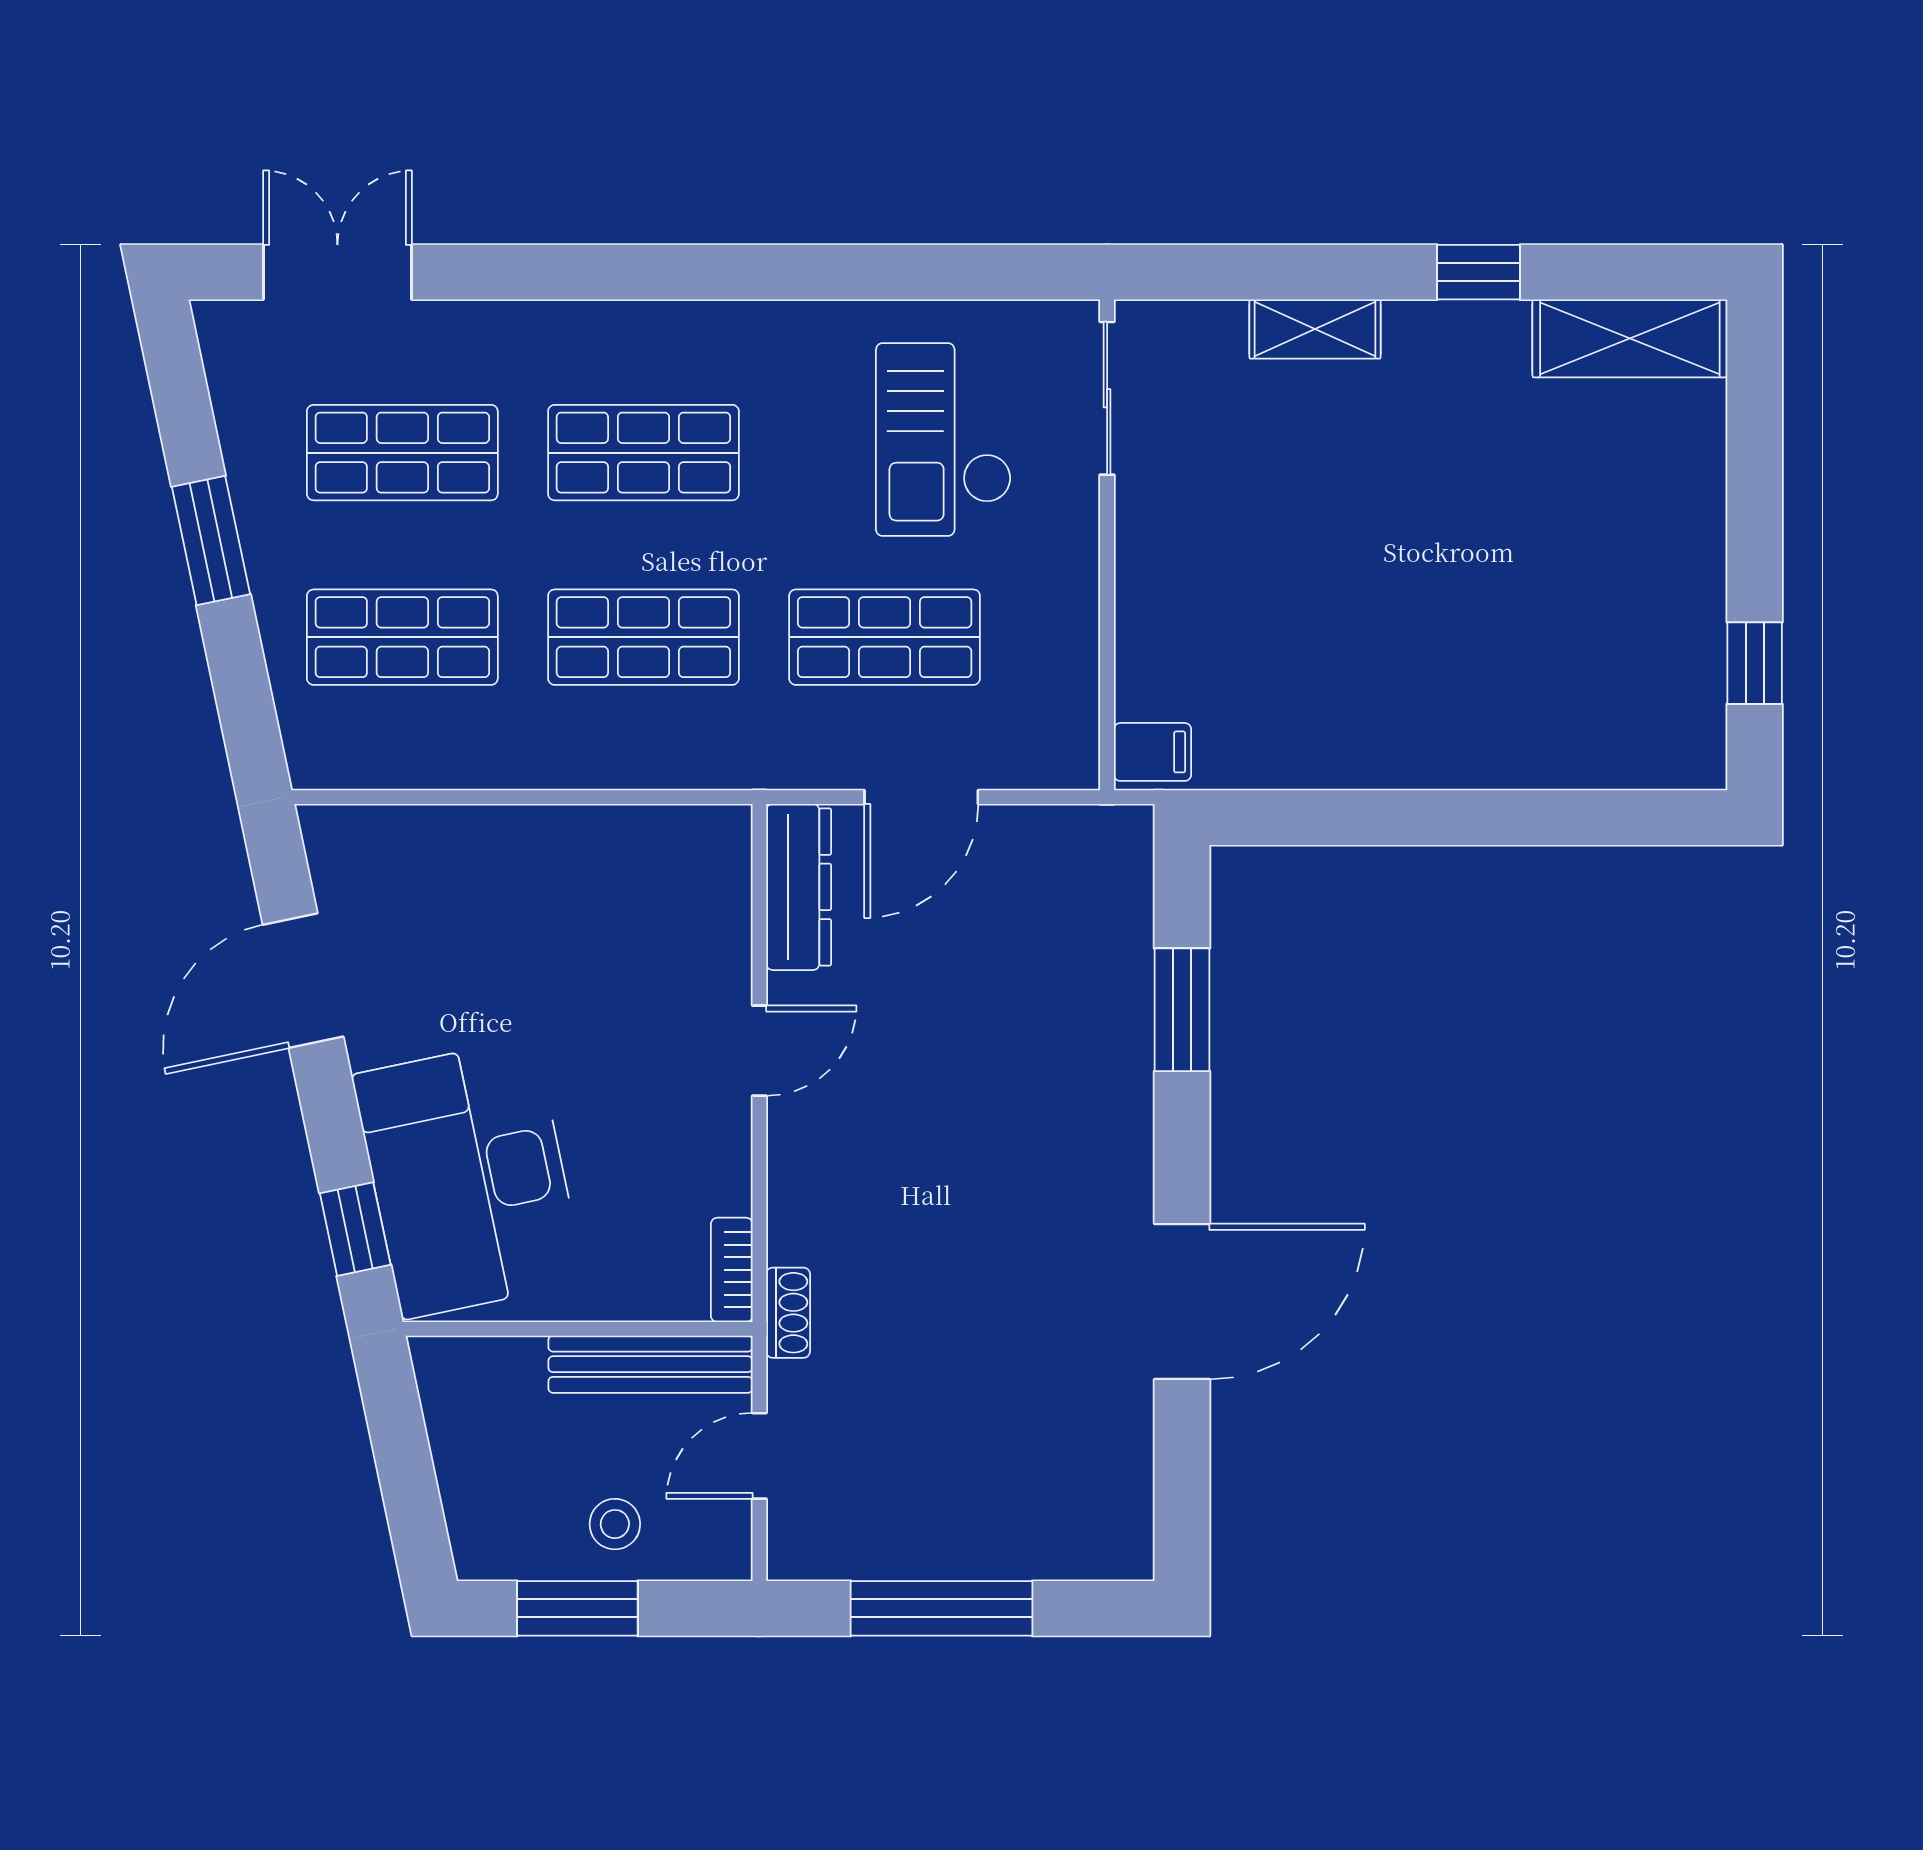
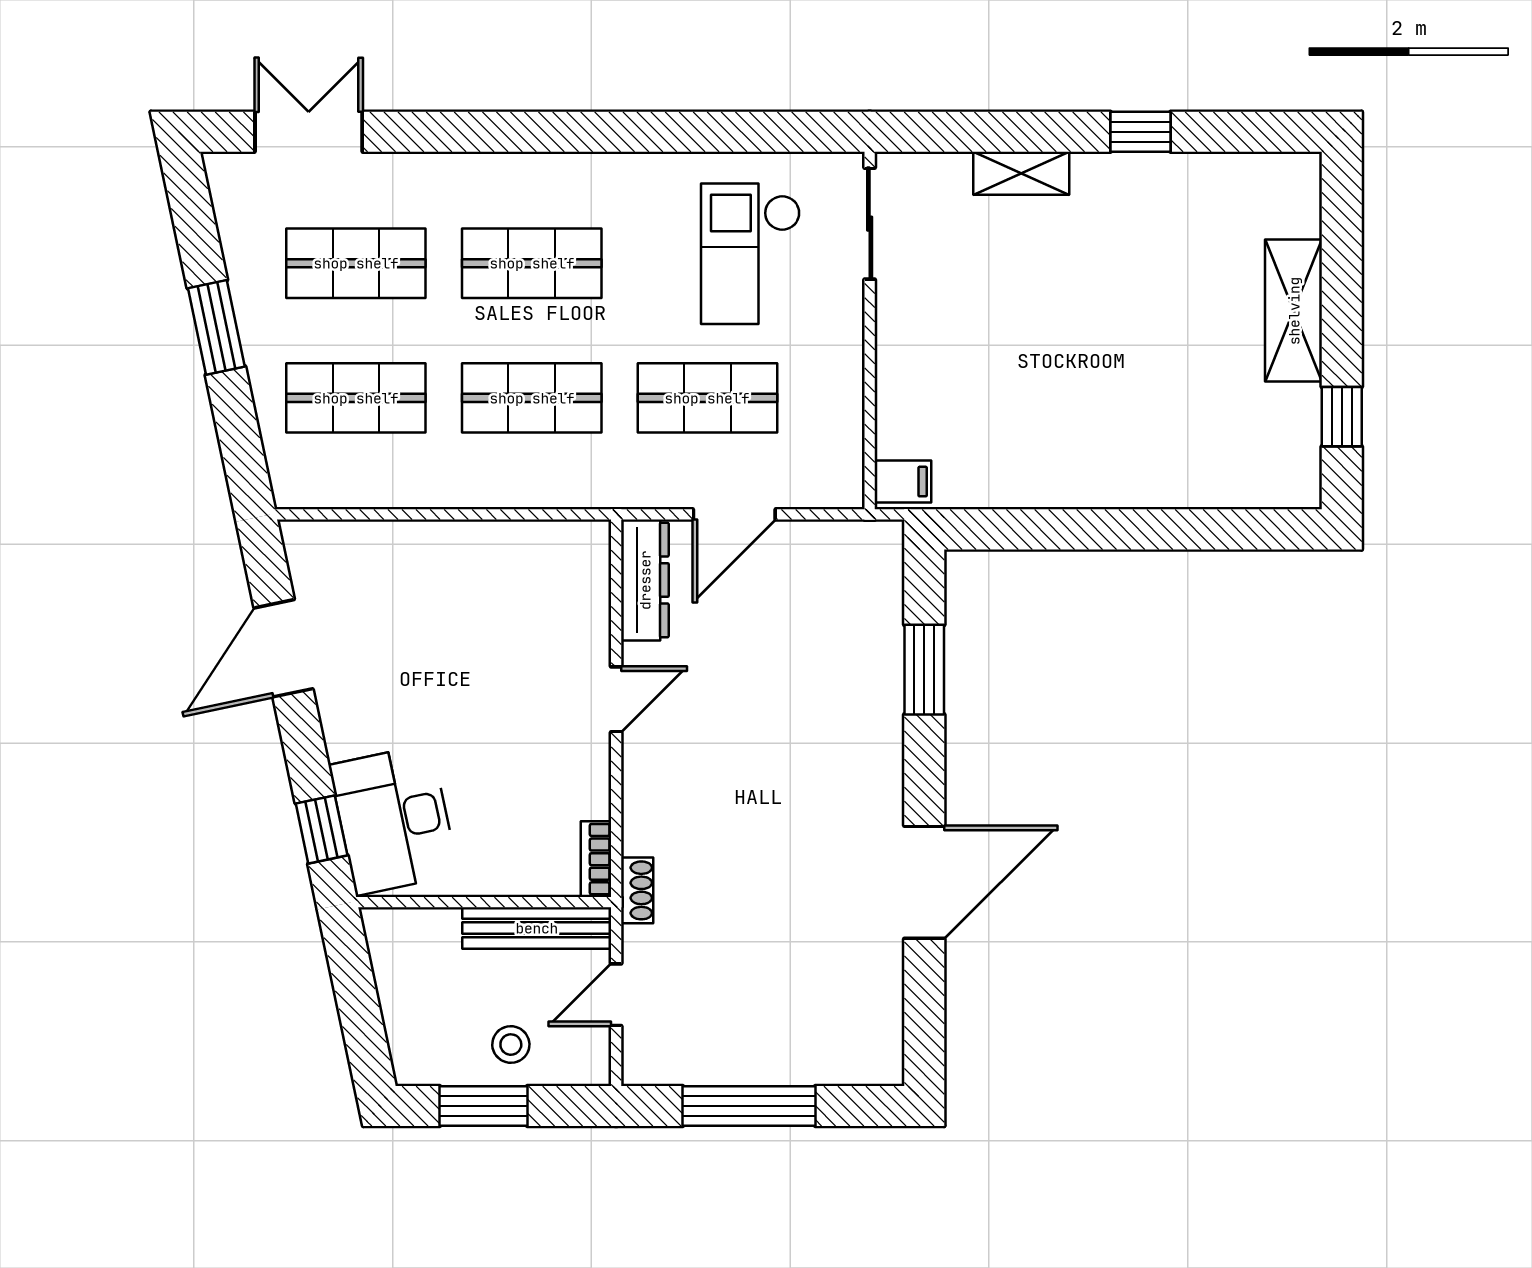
shelving: (1630, 338) -> (1294, 311), moved, turned 90
desk: (469, 1178) -> (394, 820), width x0.73, depth x0.77

